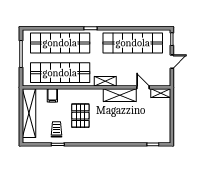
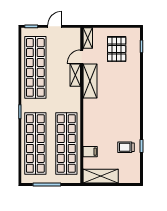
door: (172, 62) -> (55, 26), hinge flipped
shelving: (105, 81) -> (75, 75), moved
shelving: (29, 113) -> (101, 176), width x0.68
pallet: (80, 116) -> (117, 49), moved, turned 90

